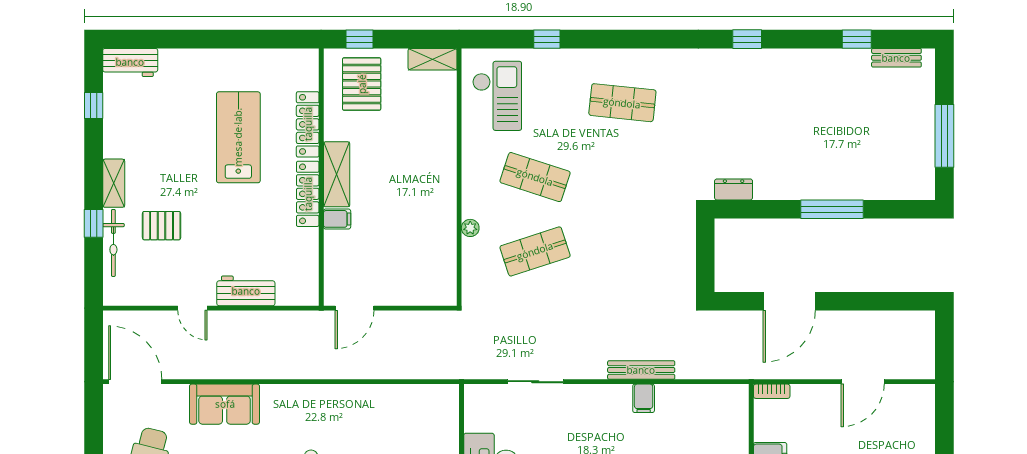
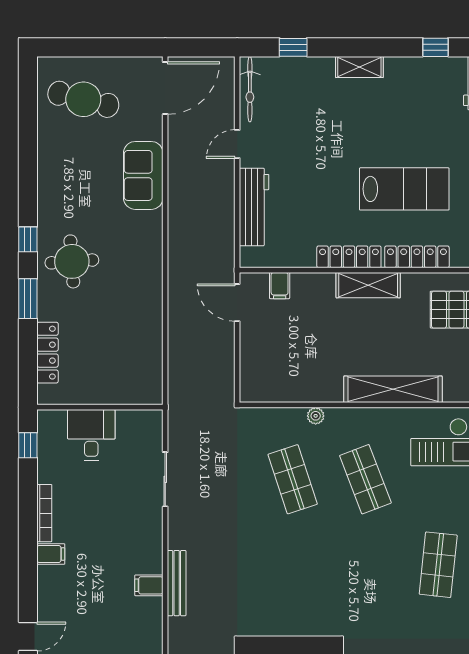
shelving: (443, 149) -> (393, 389), added
shop shelf: (535, 177) -> (365, 479), turned -39
filing cabinet: (337, 219) -> (280, 286), moved
window: (94, 223) -> (293, 47), moved
pallet: (162, 226) -> (318, 114), removed
bicycle: (113, 243) -> (250, 89), moved, turned -90
workbench: (246, 291) -> (254, 207), width x1.38

